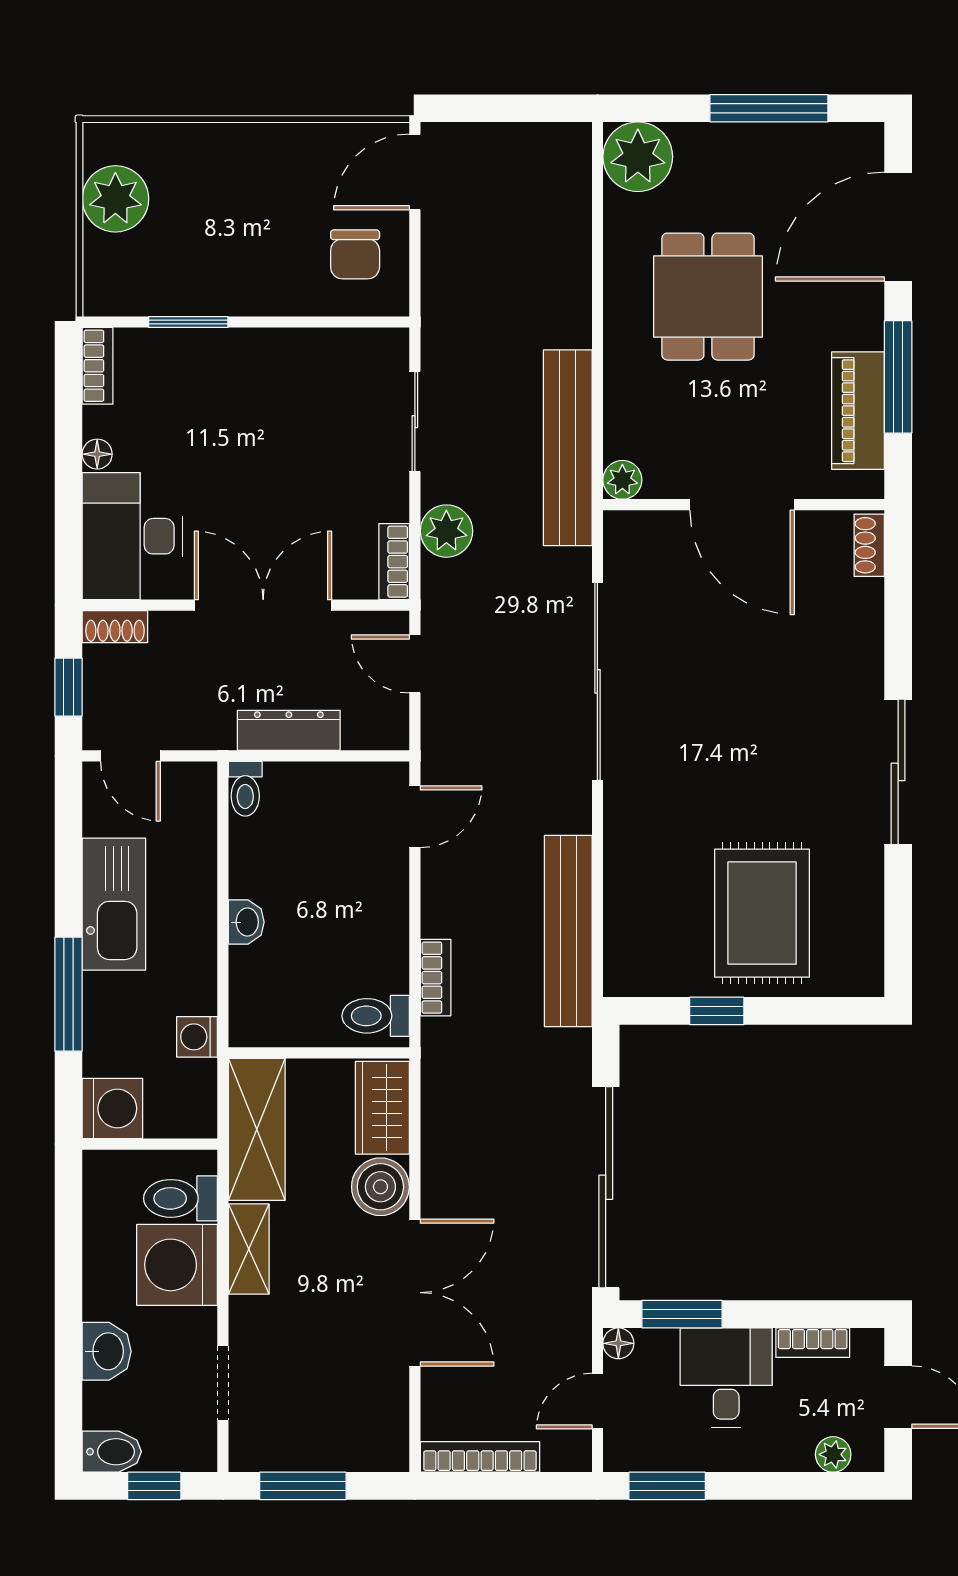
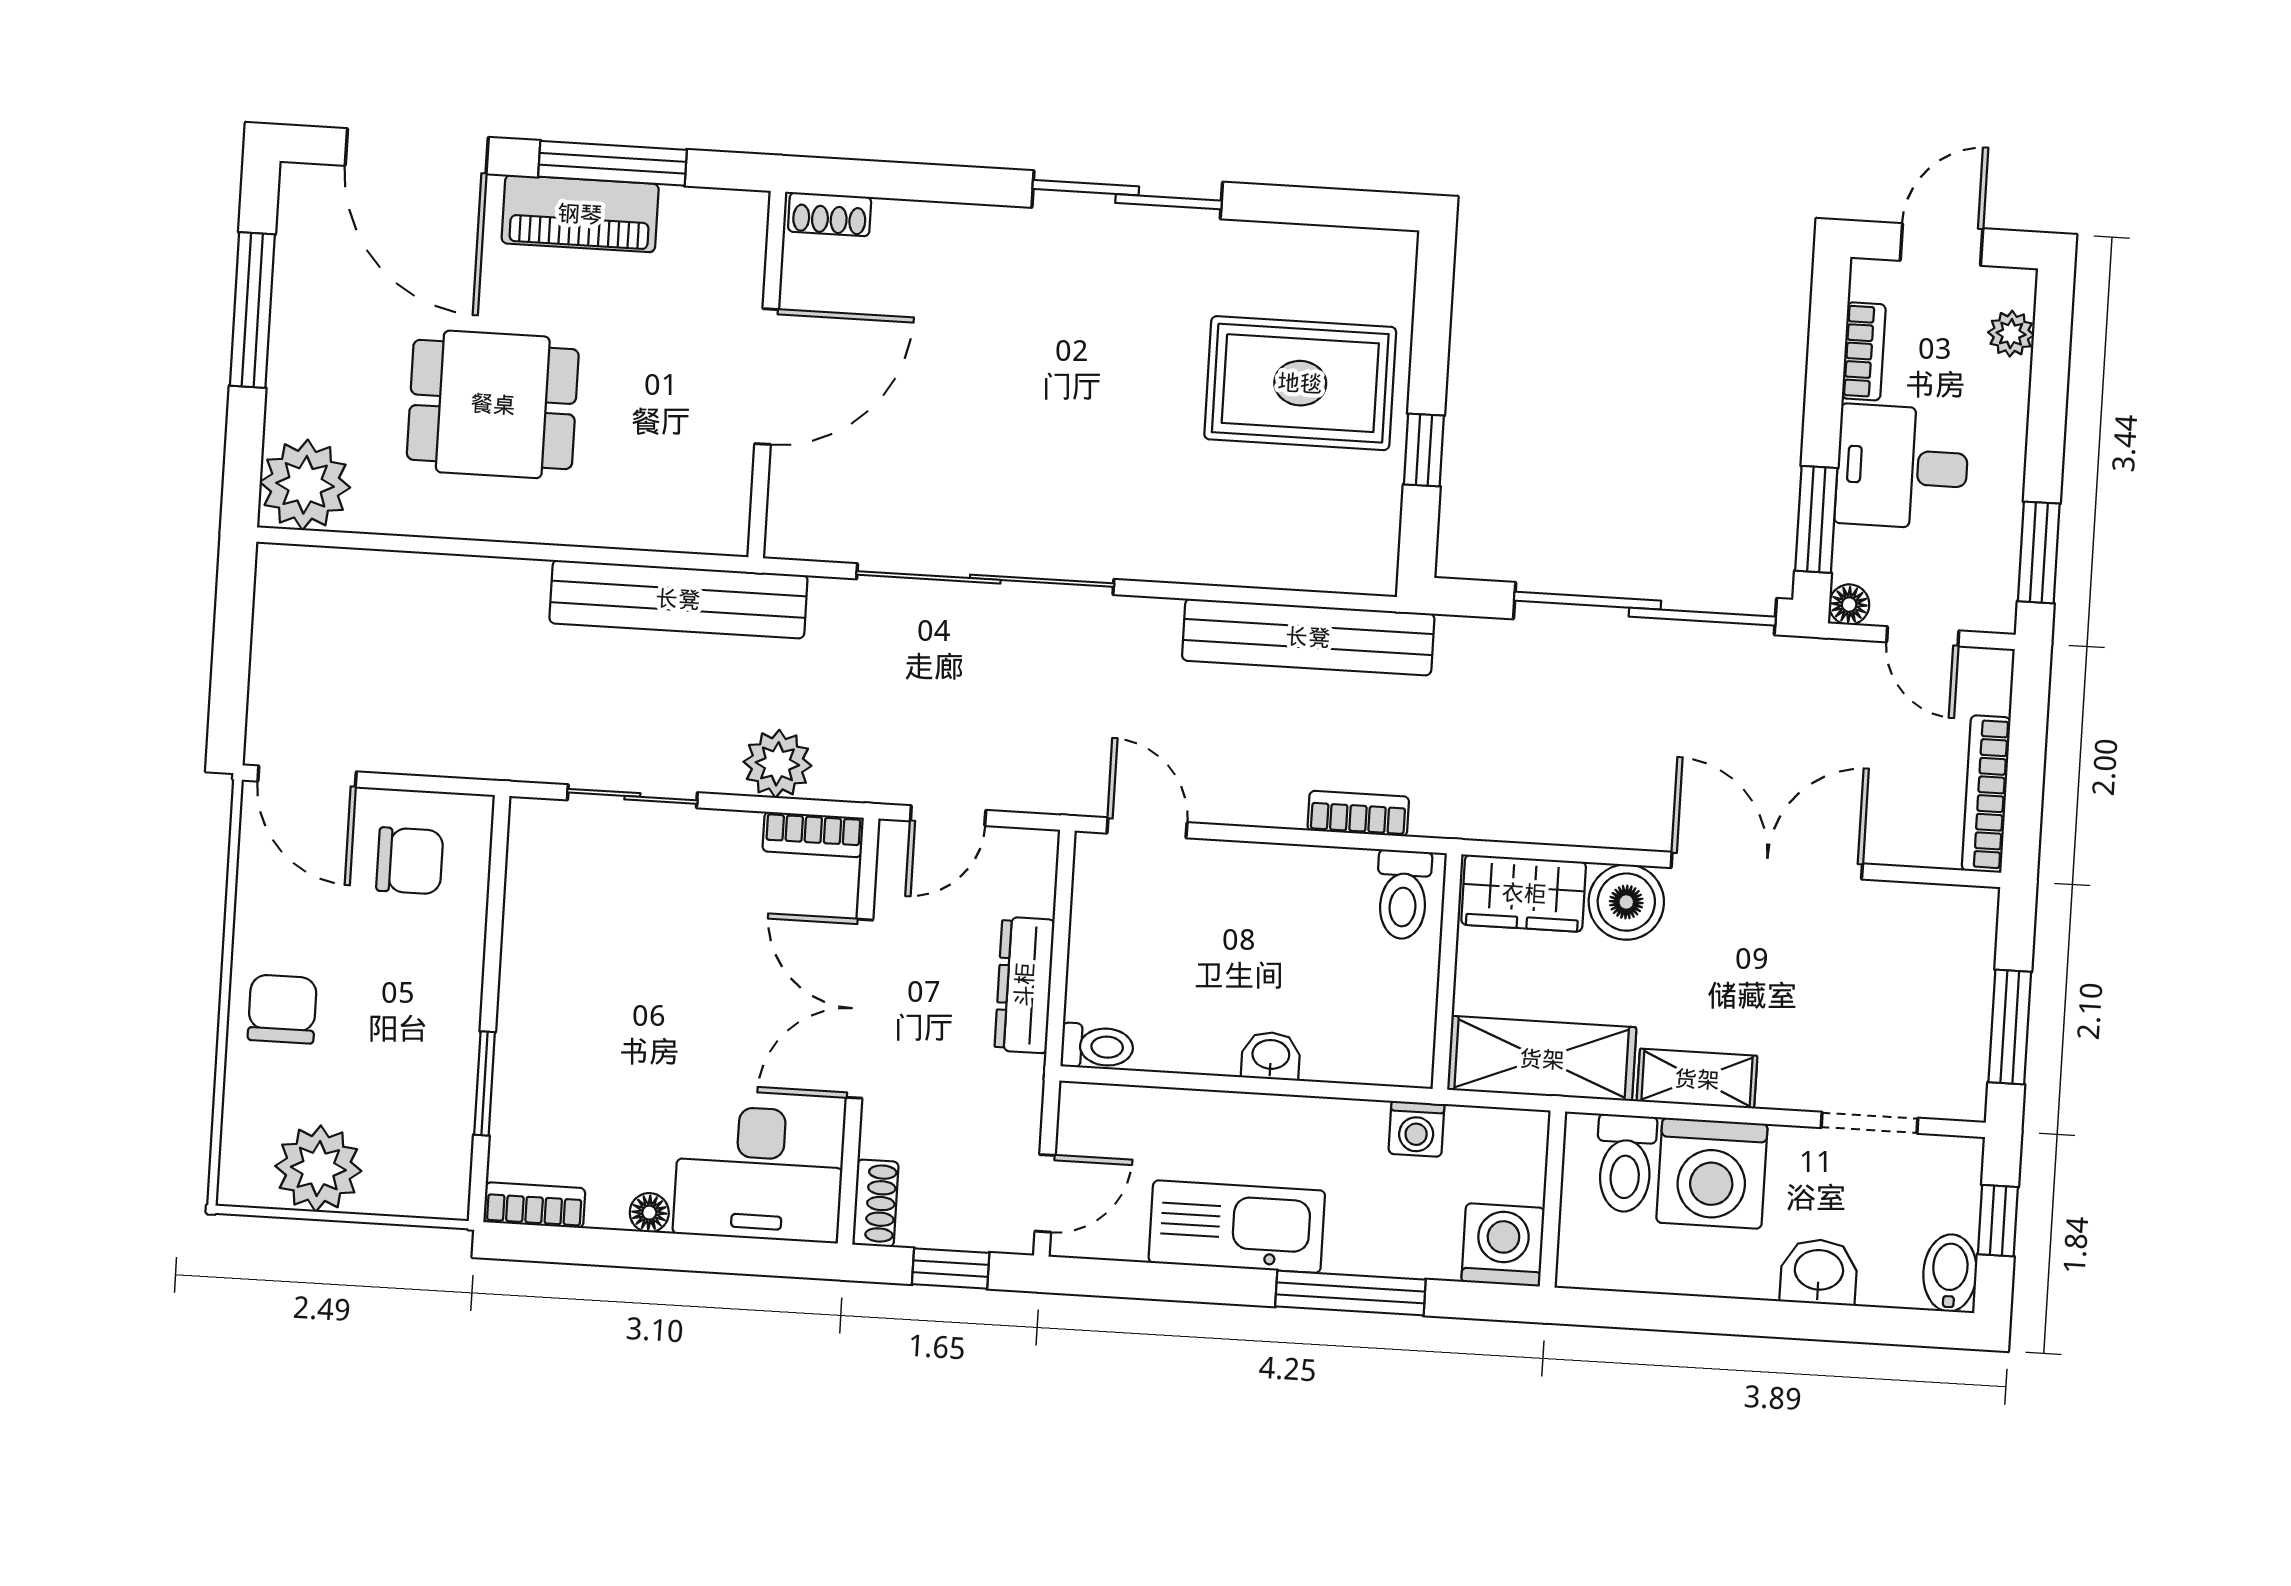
chair: (236, 164) -> (282, 1009), added
piano: (858, 411) -> (580, 214), moved
plant: (622, 480) -> (725, 531), removed

